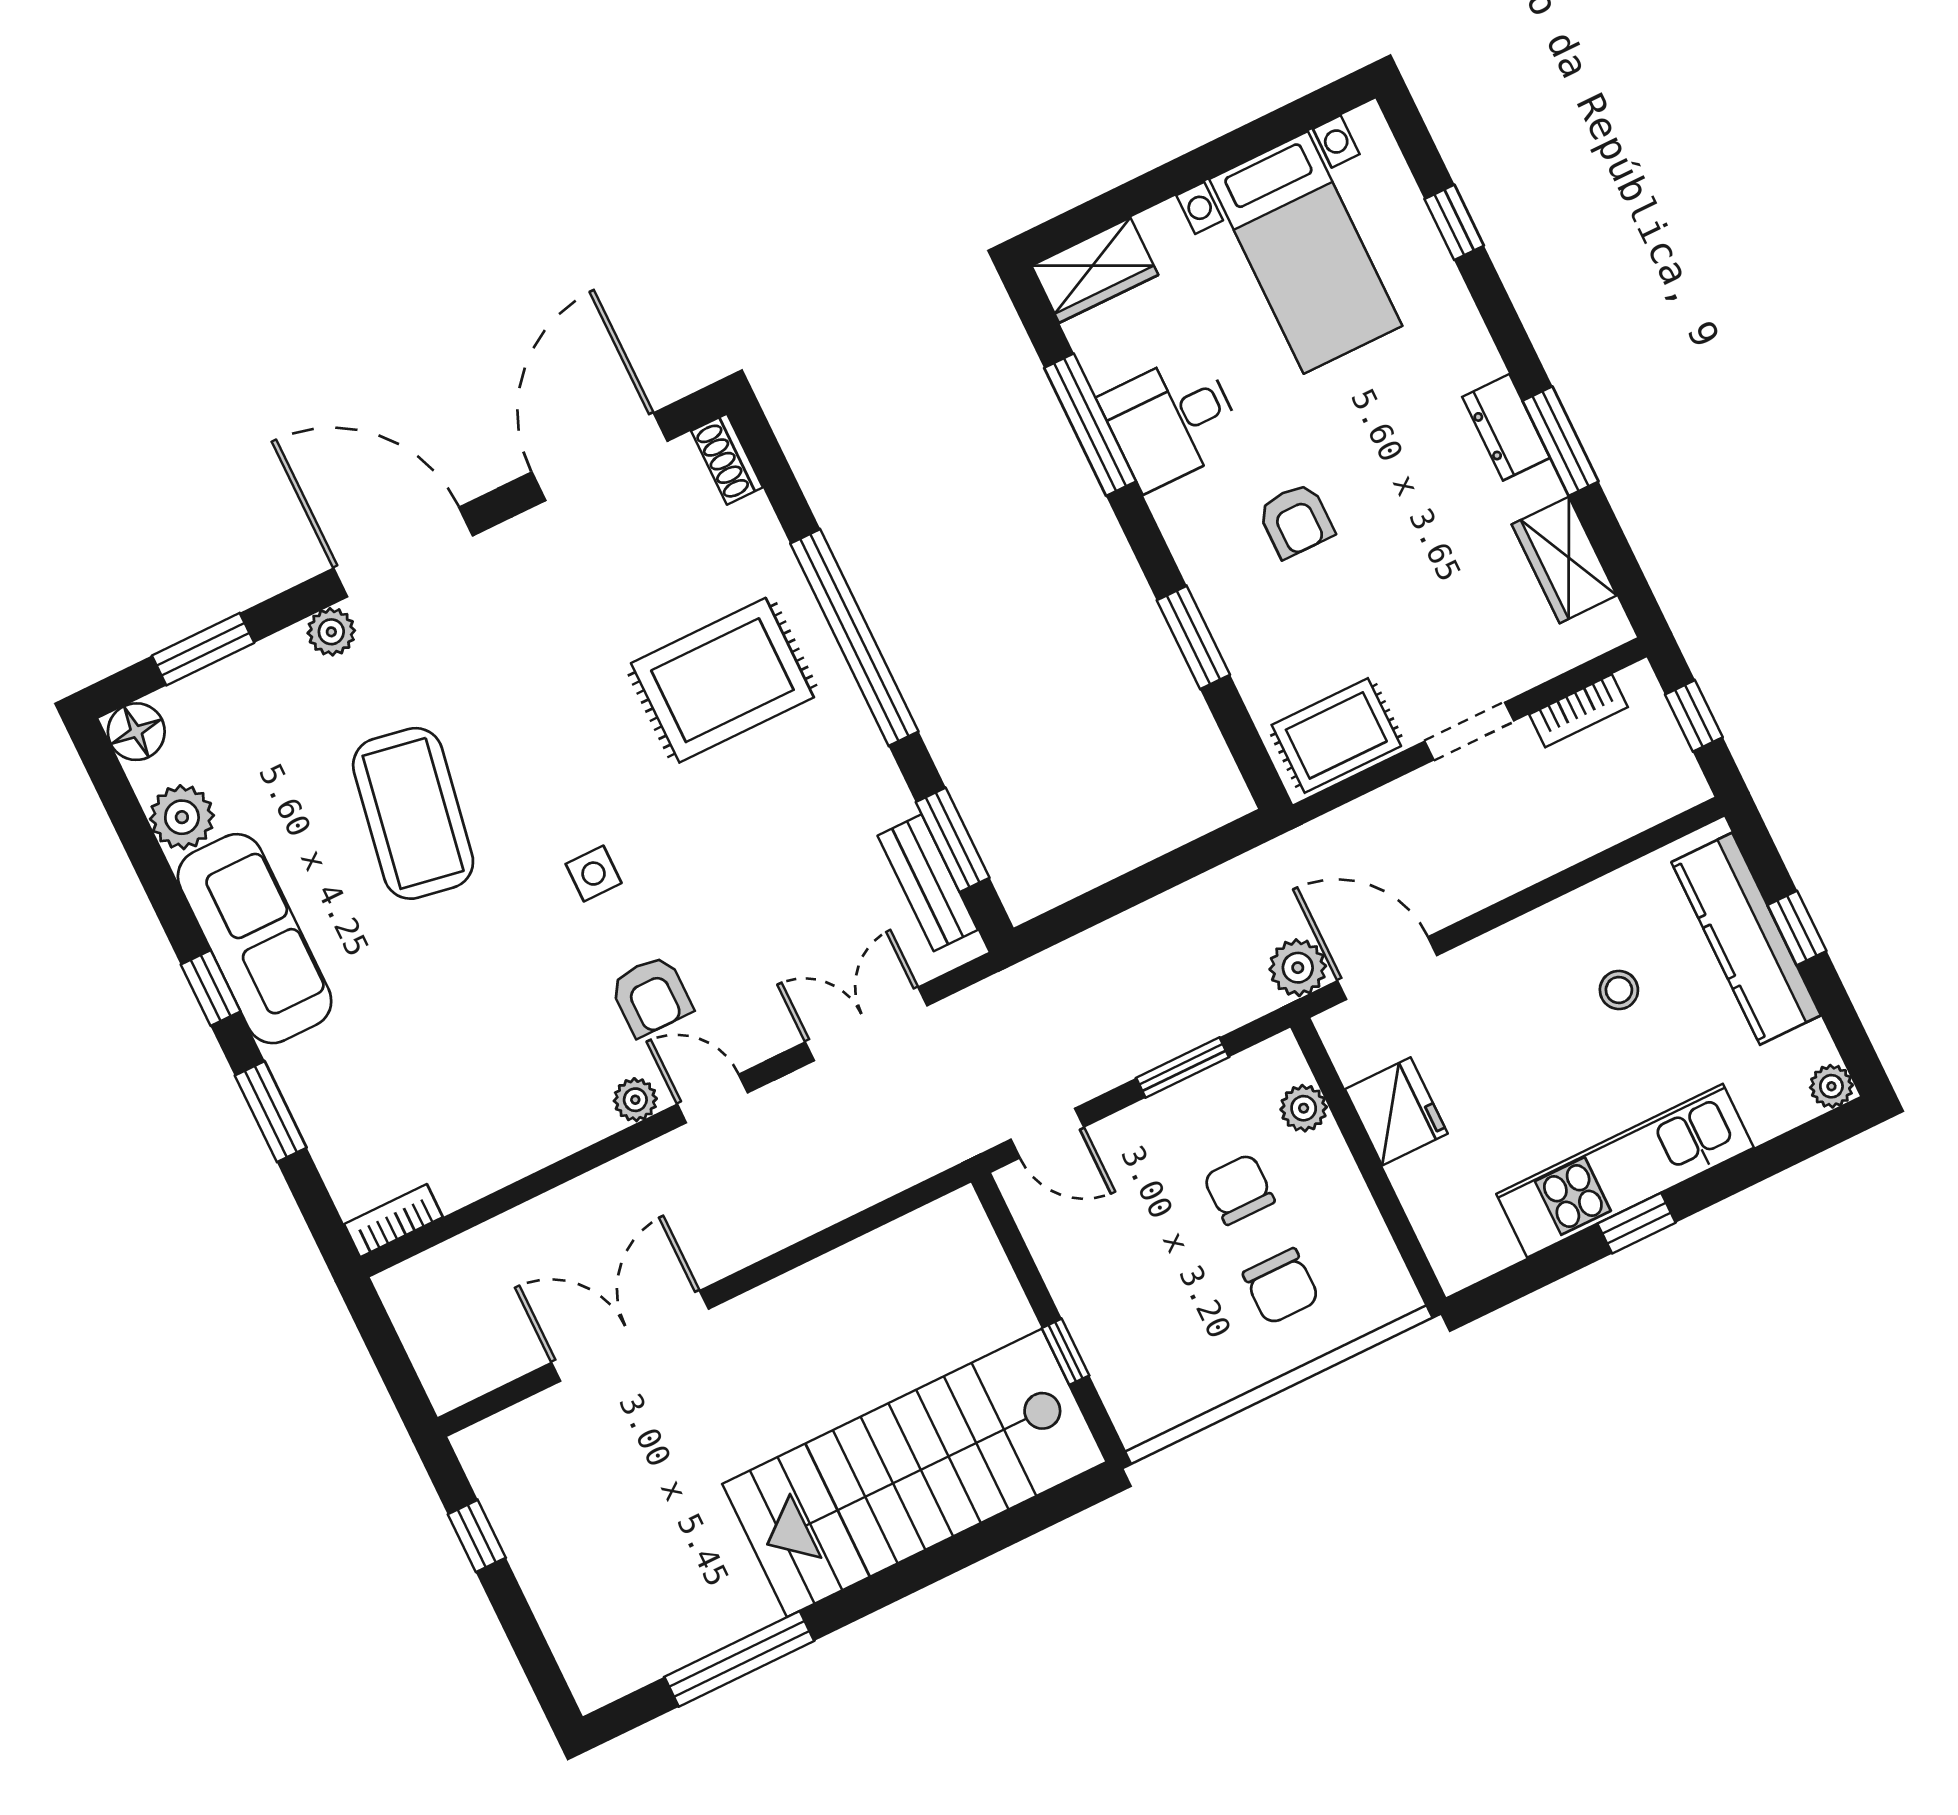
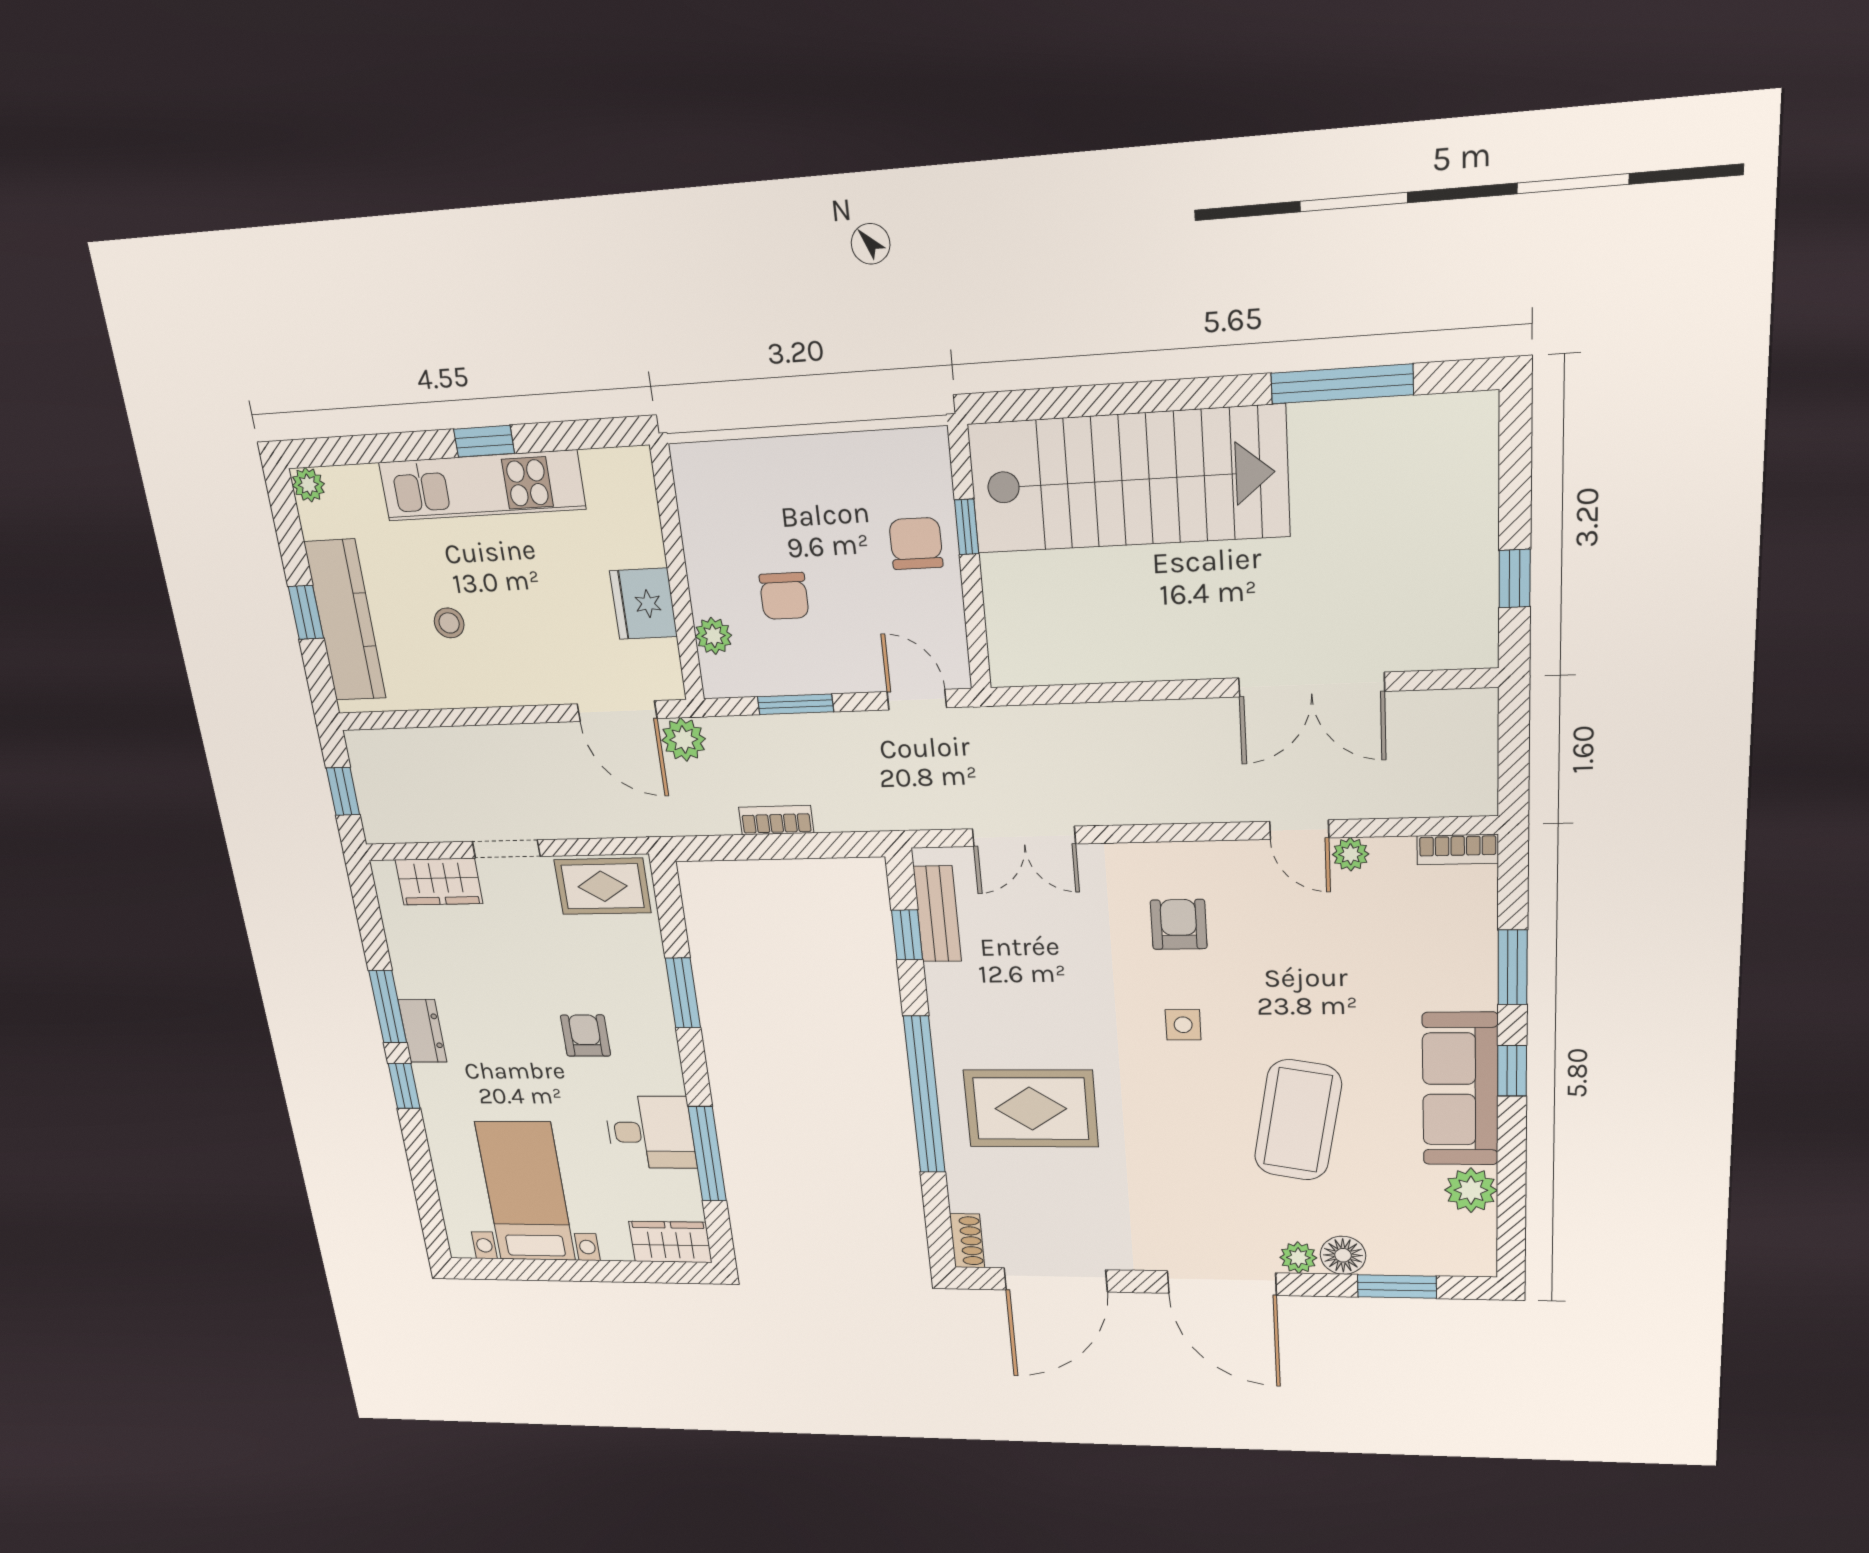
window: (1454, 222) -> (404, 1086), moved
wardrobe: (1564, 560) -> (439, 882), moved, turned 90
bookcase: (1579, 711) -> (776, 820), moved
floor lamp: (136, 732) -> (1343, 1255), moved
window: (953, 840) -> (907, 935), width x0.67
door: (712, 1099) -> (1299, 830), moved
plant: (635, 1100) -> (1351, 854), moved
chair: (1281, 1286) -> (916, 543), moved

